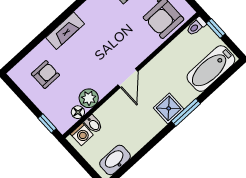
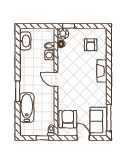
bathtub: (211, 69) -> (27, 108), moved
plant: (89, 98) -> (63, 34), moved
shower: (169, 108) -> (26, 85), removed
washing machine: (82, 134) -> (50, 55), moved

